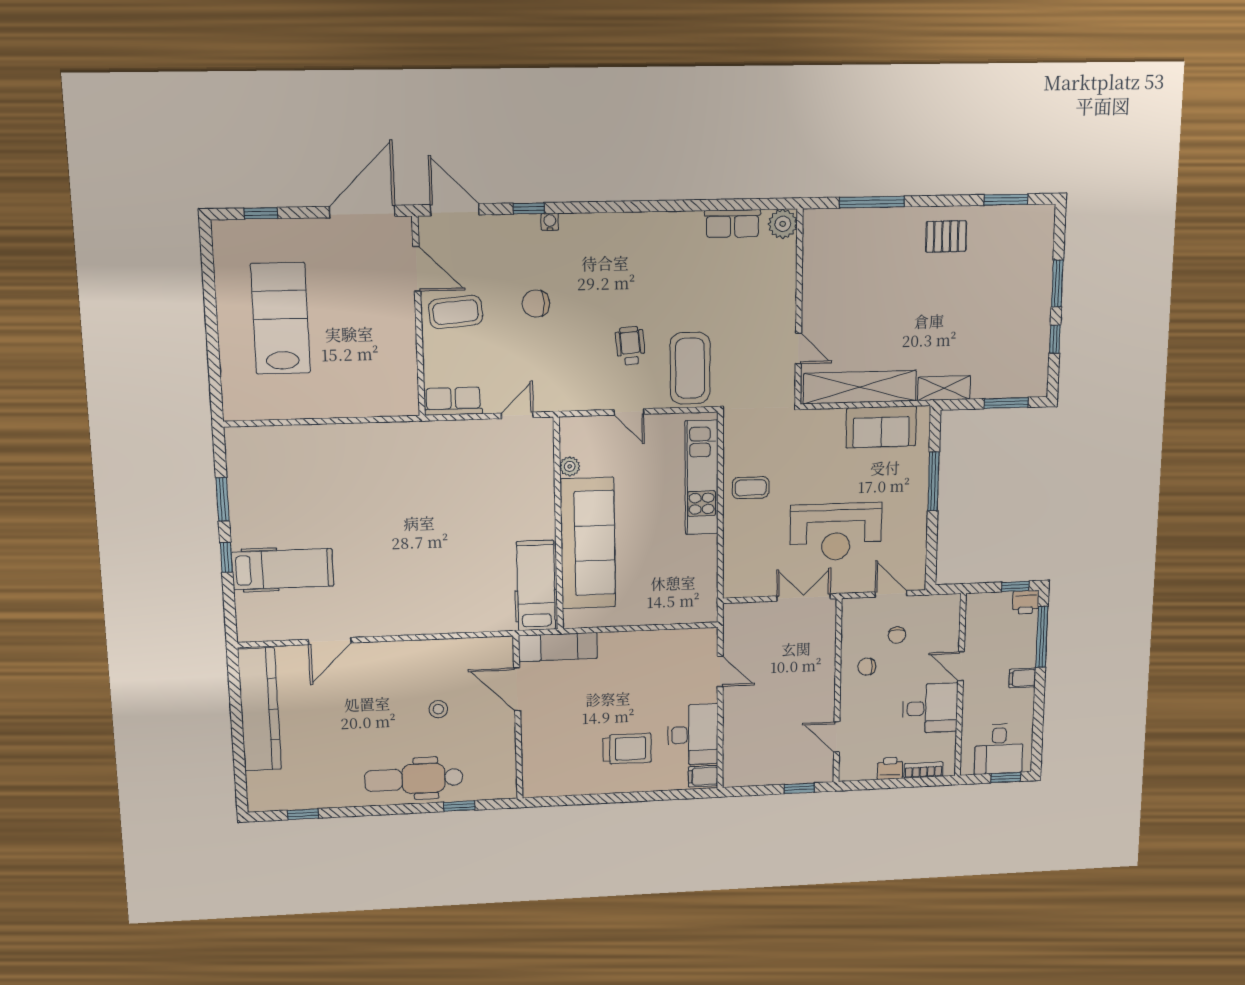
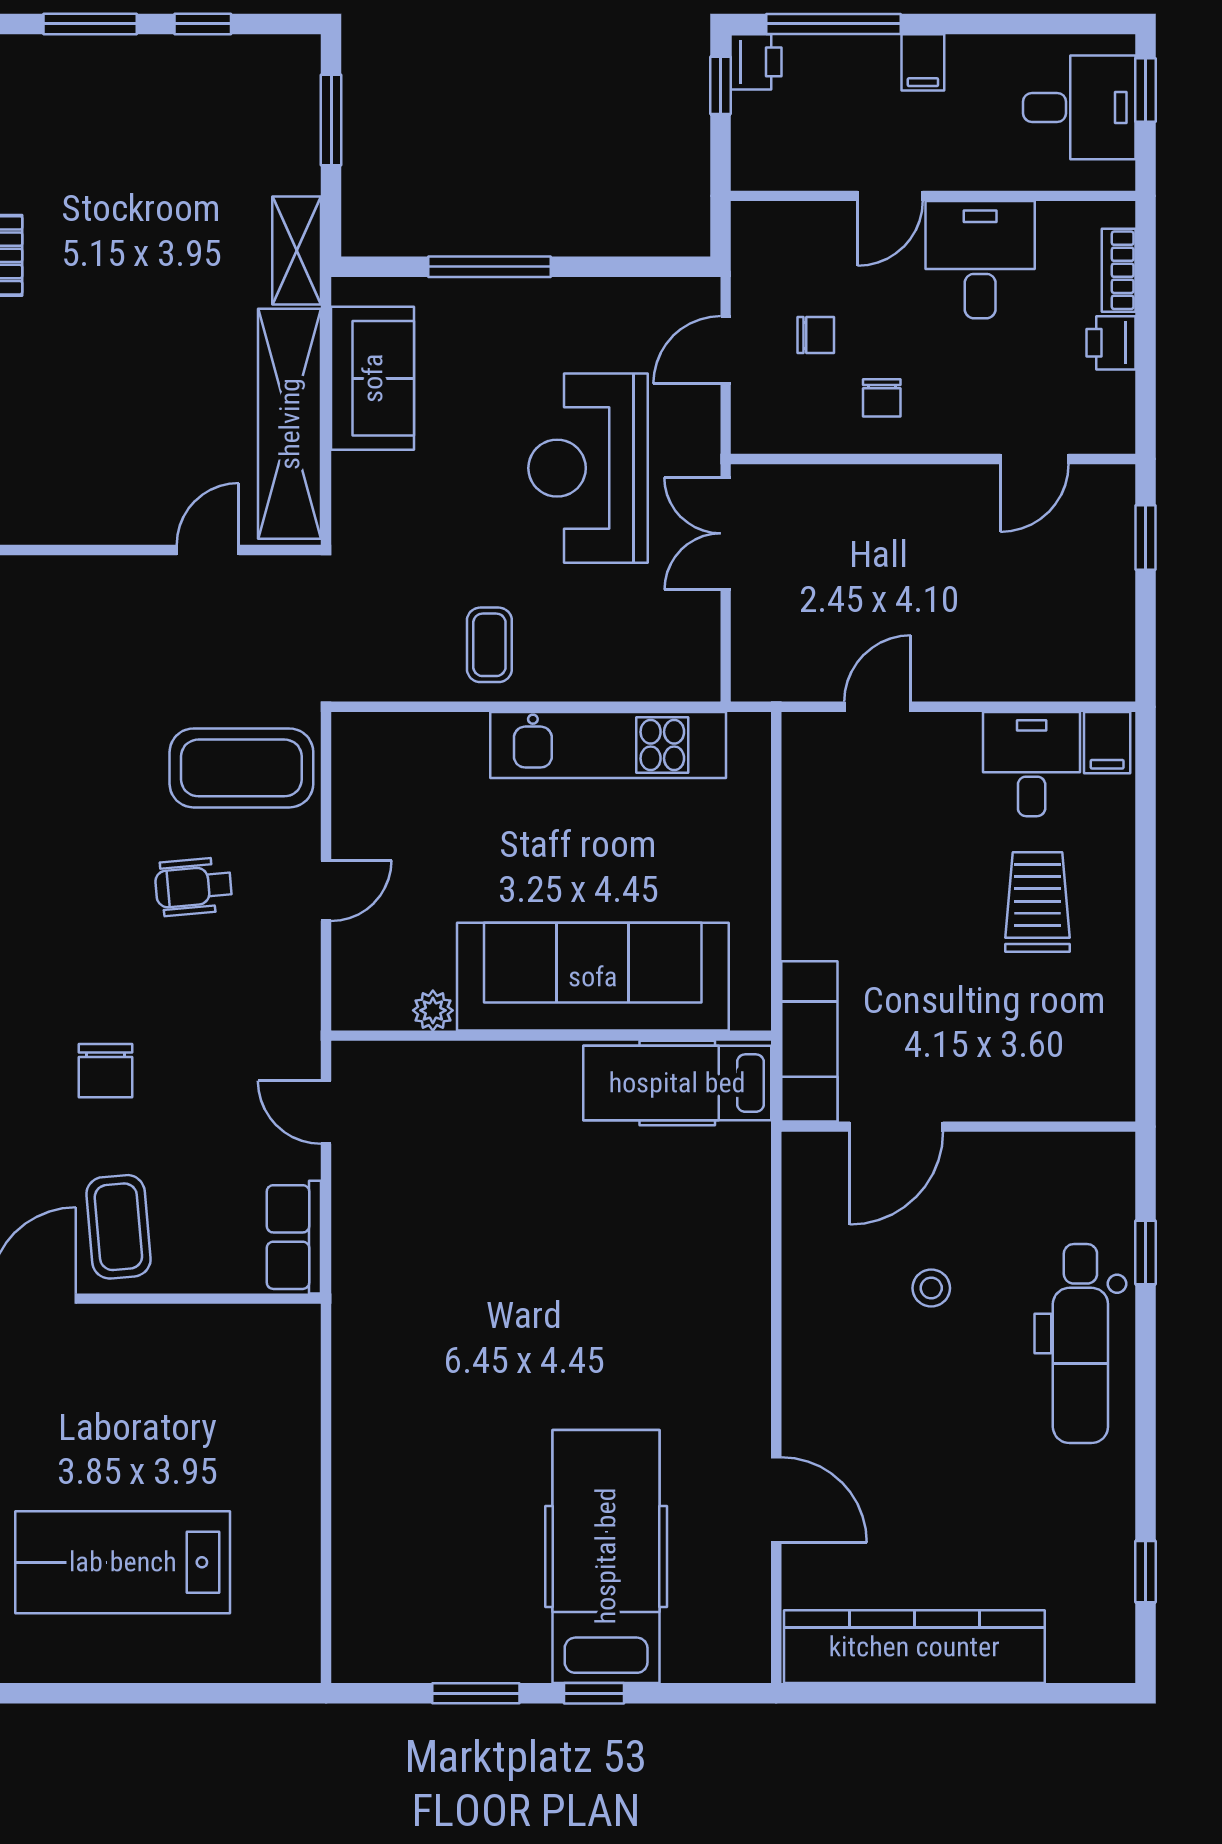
kitchen unit: (702, 477) -> (608, 745), moved
reception desk: (836, 532) -> (588, 468), turned 180
hospital bed: (283, 569) -> (606, 1556), width x1.37, depth x1.29
desk: (693, 735) -> (1032, 764), width x0.73

